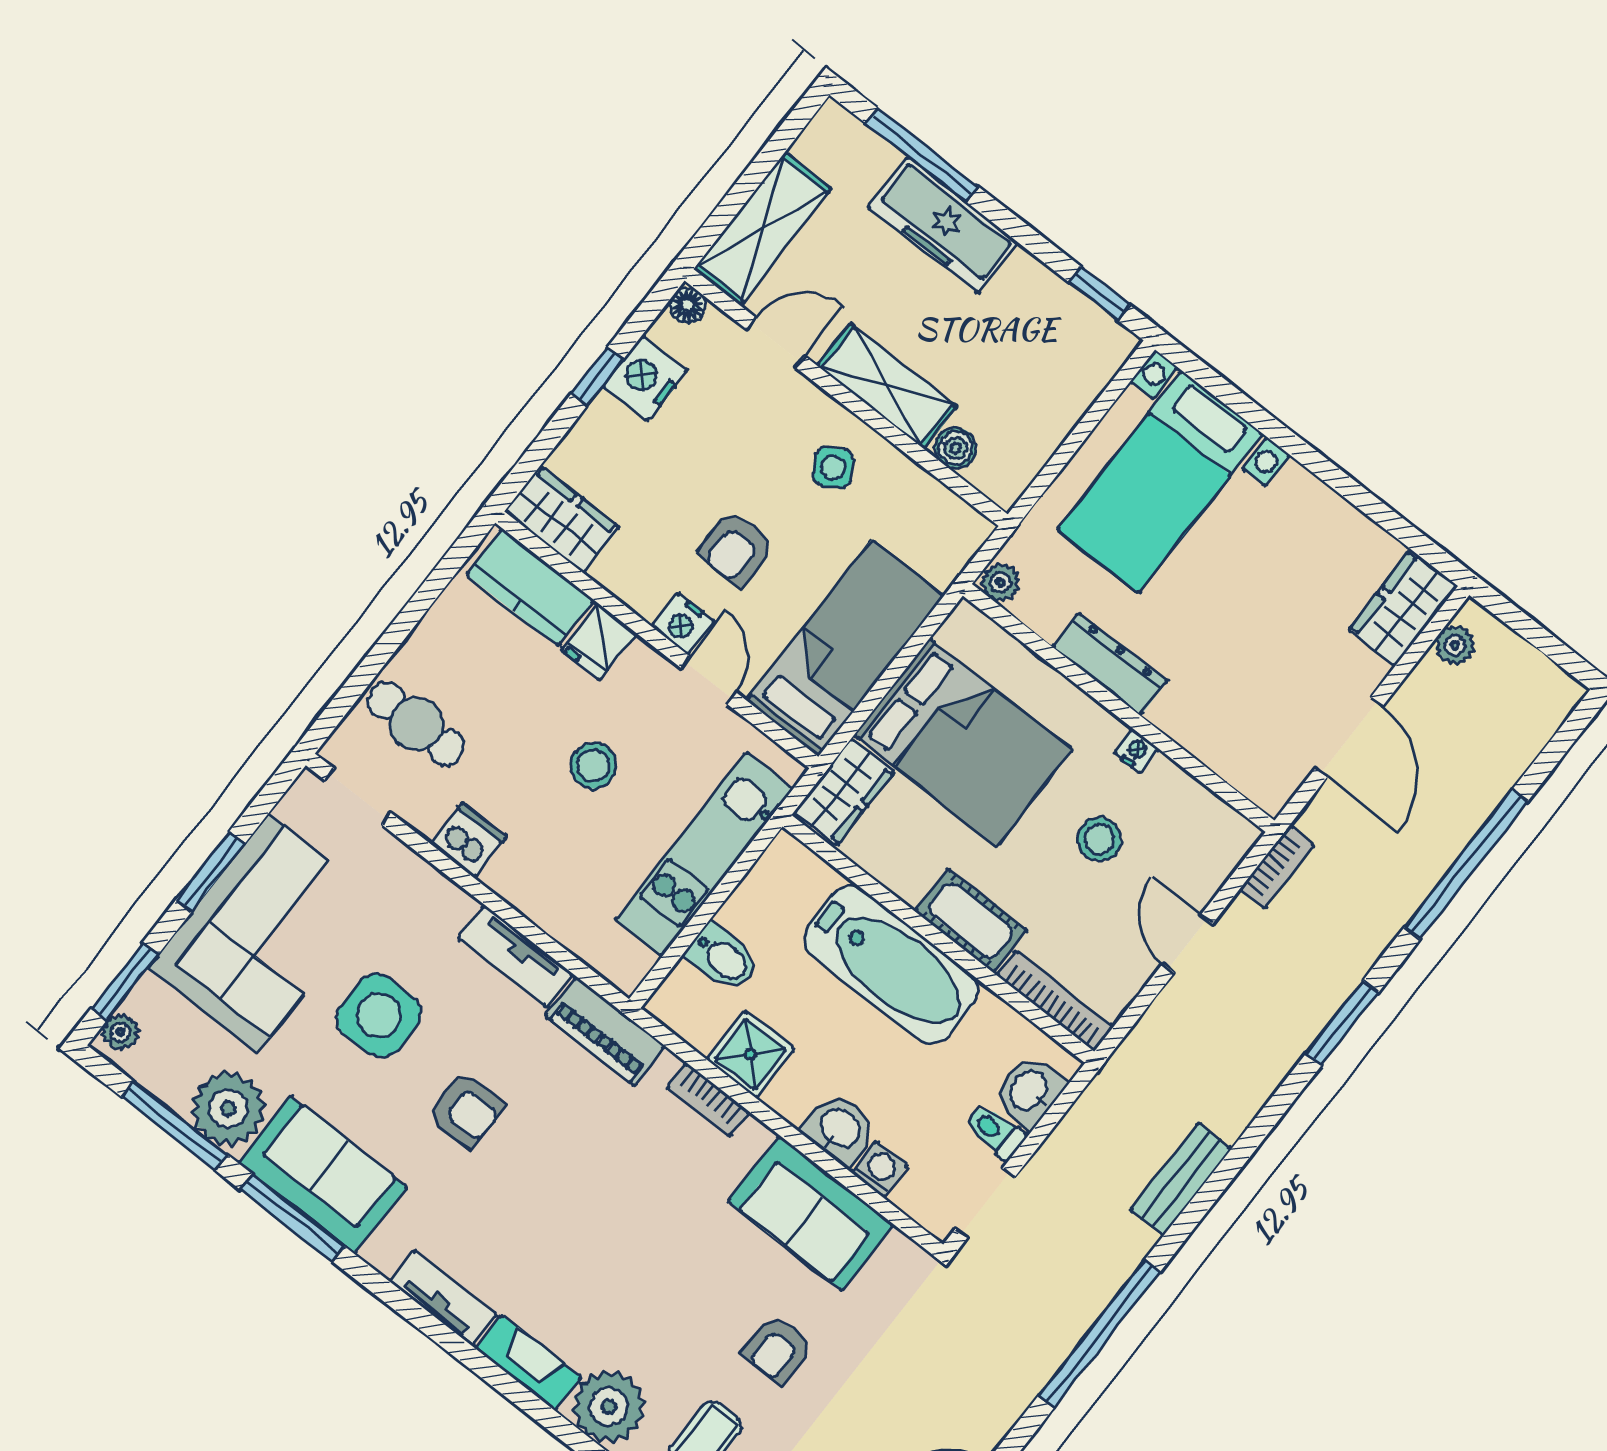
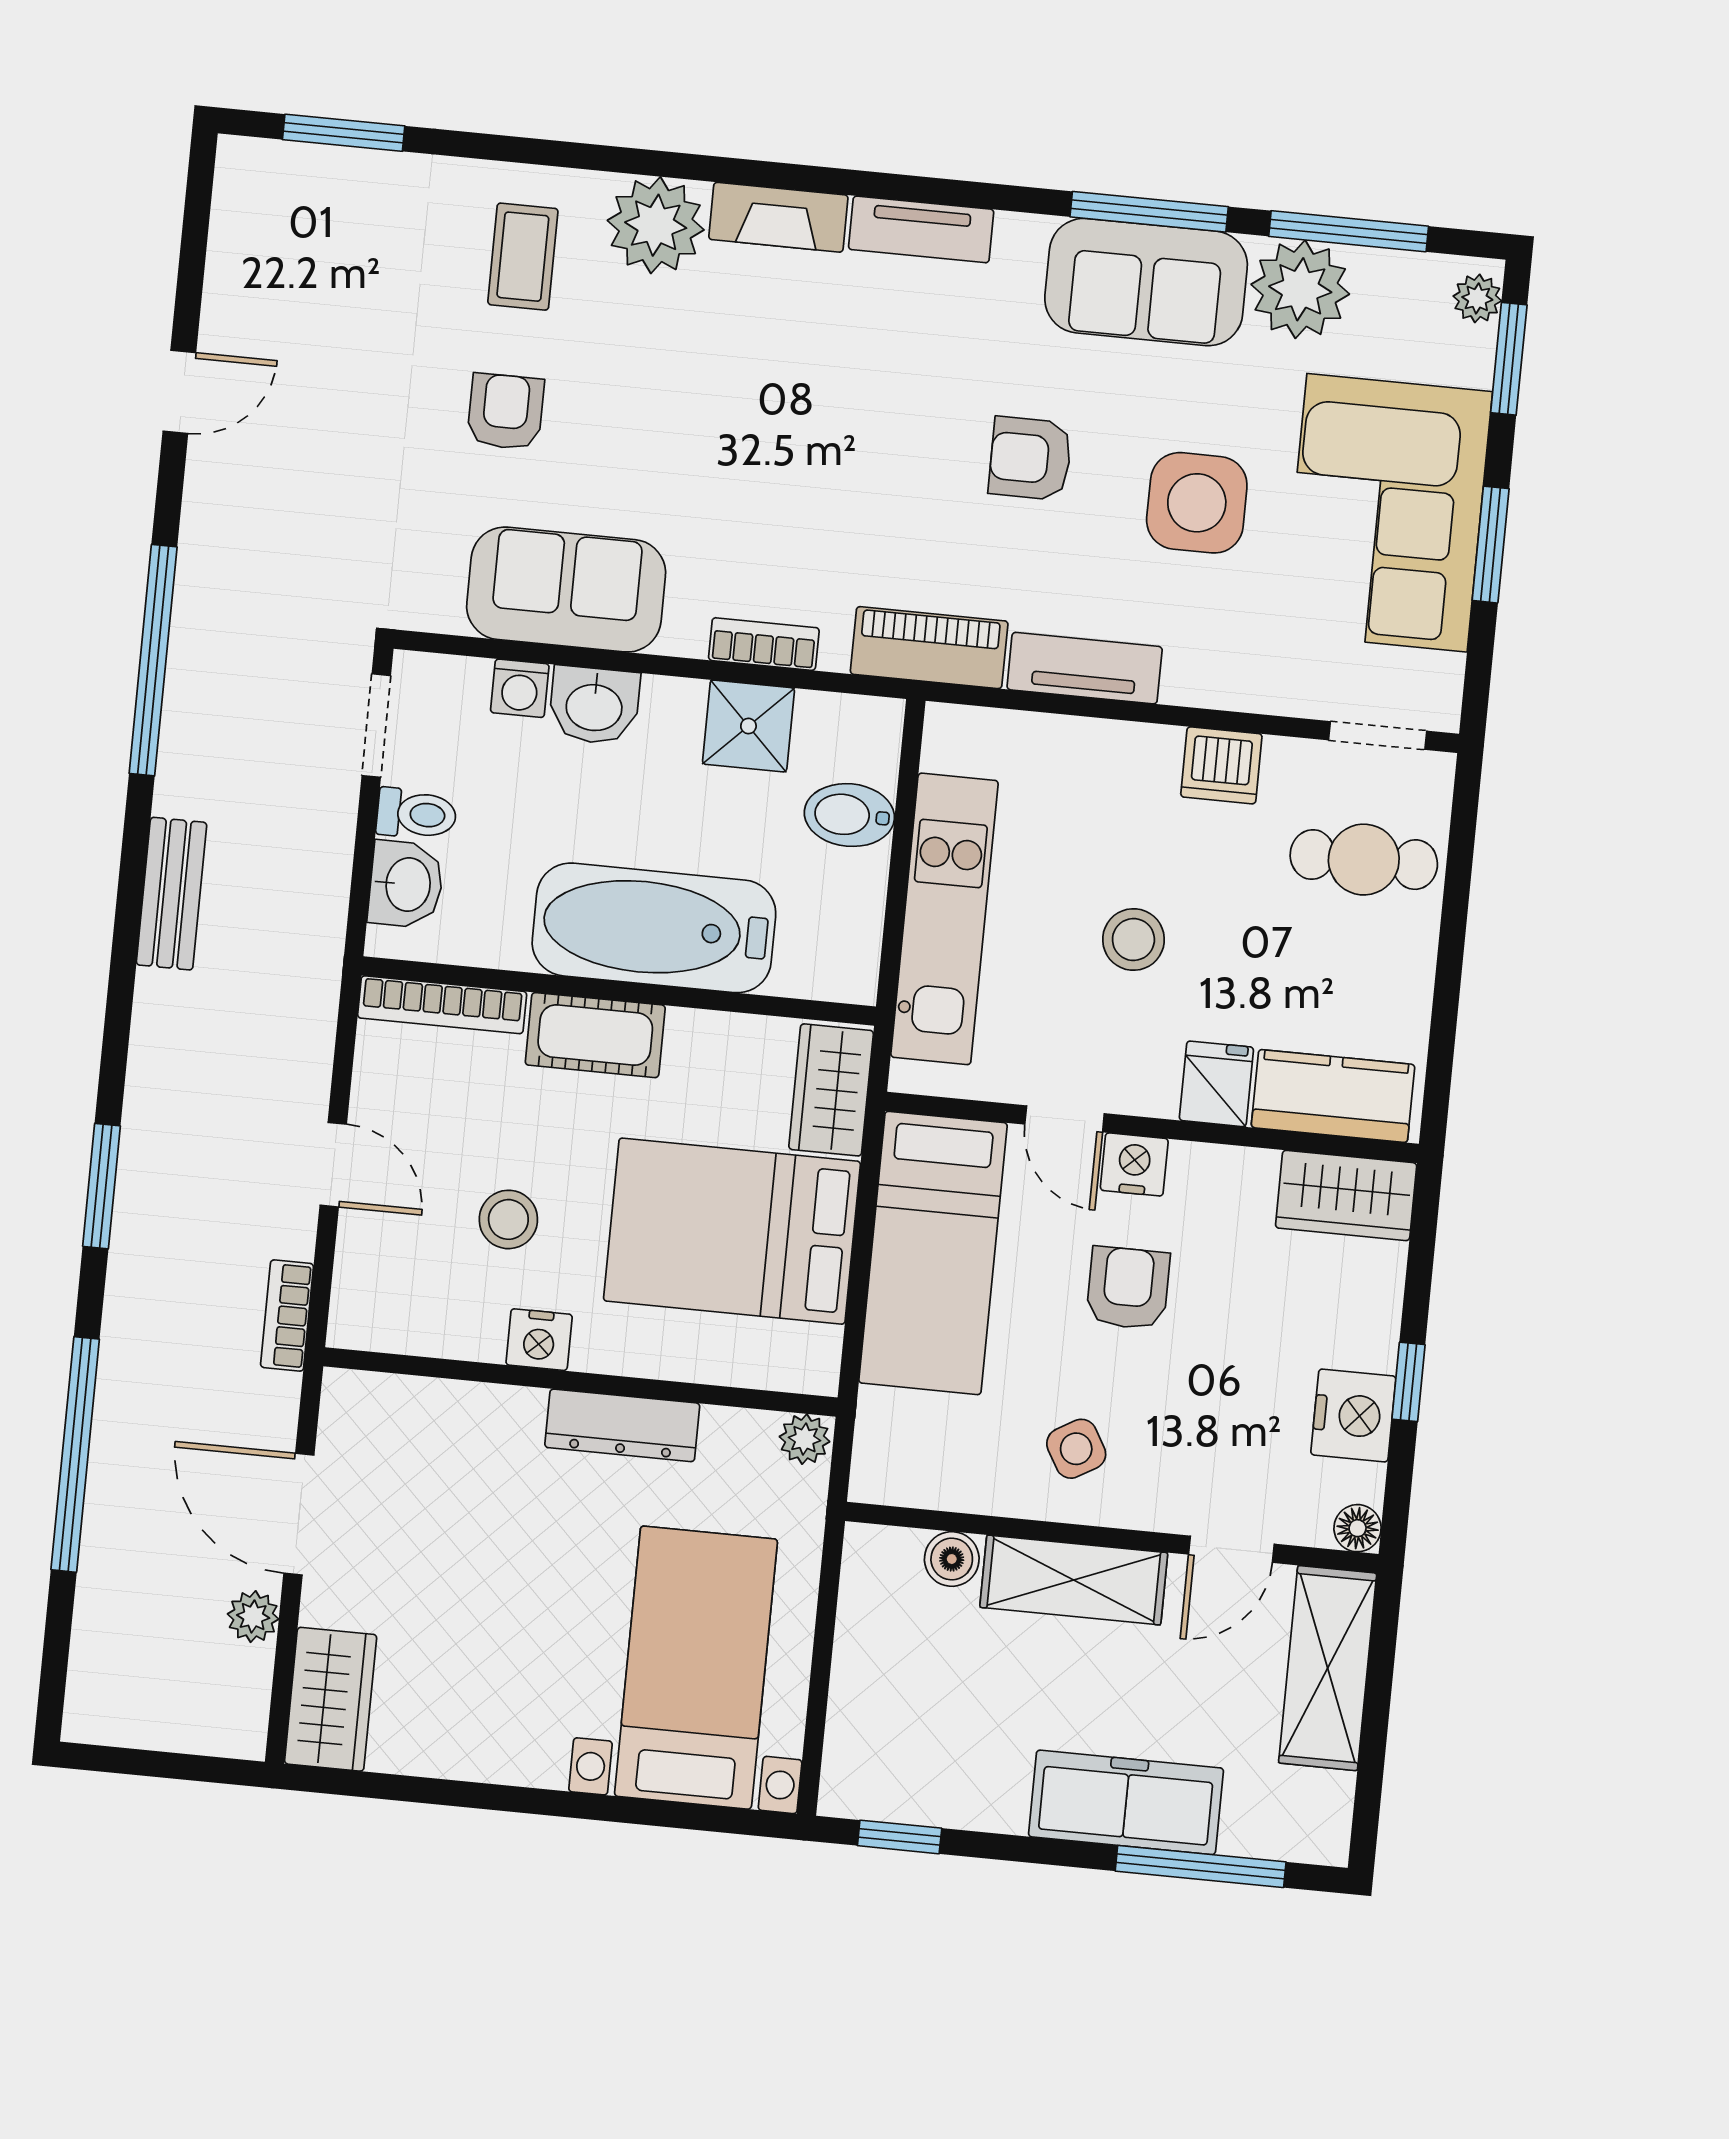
plant: (1455, 645) -> (253, 1617), moved
nightstand: (1136, 751) -> (539, 1340), width x1.39, depth x1.35

